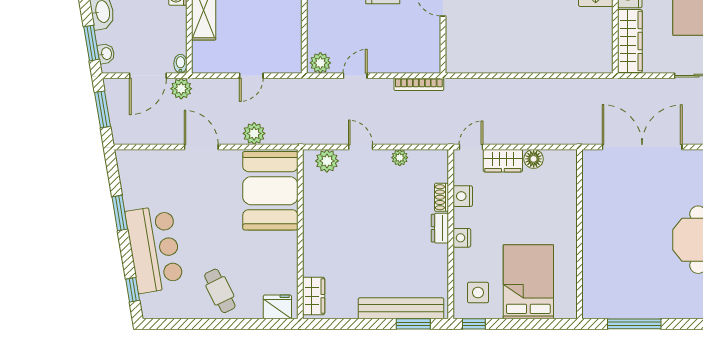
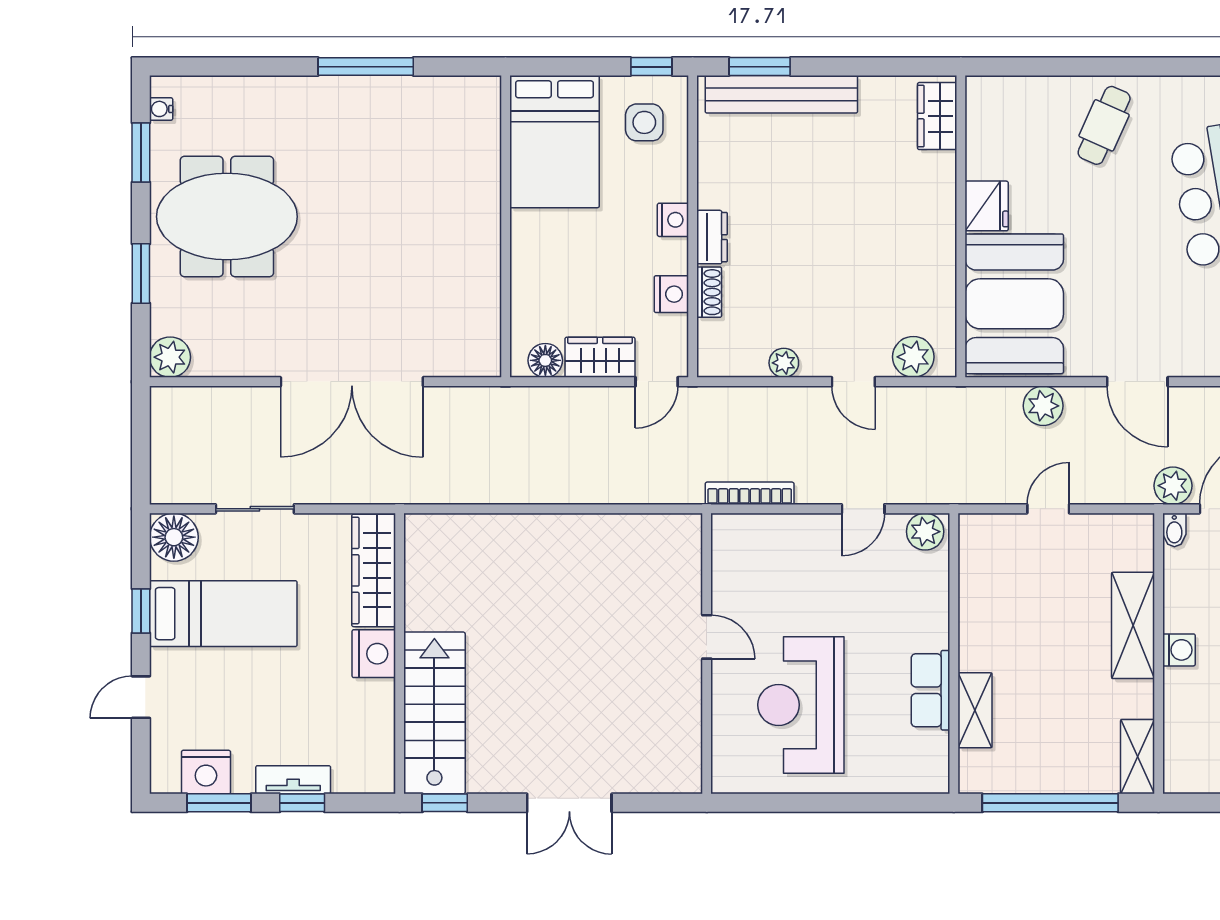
wall: (580, 234) -> (506, 226), moved
cafe table: (220, 291) -> (1104, 125), turned 50
fridge: (277, 307) -> (987, 206), moved, turned -90

